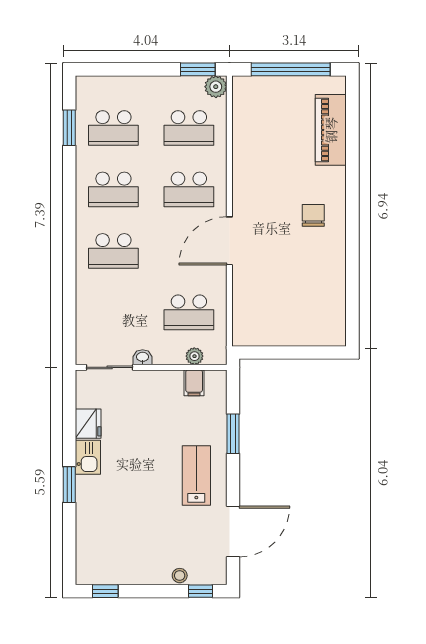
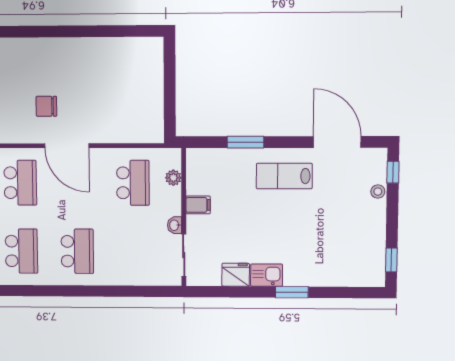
chair: (313, 215) -> (46, 106), moved
filing cabinet: (194, 383) -> (198, 205), moved

